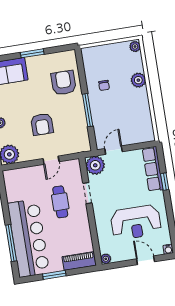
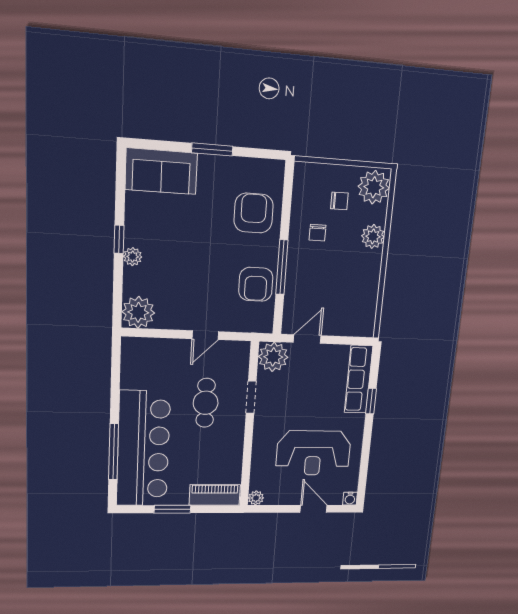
plant: (135, 47) -> (374, 187), width x1.87, depth x1.87
chair: (112, 64) -> (339, 201), added
armchair: (42, 124) -> (256, 284), moved

